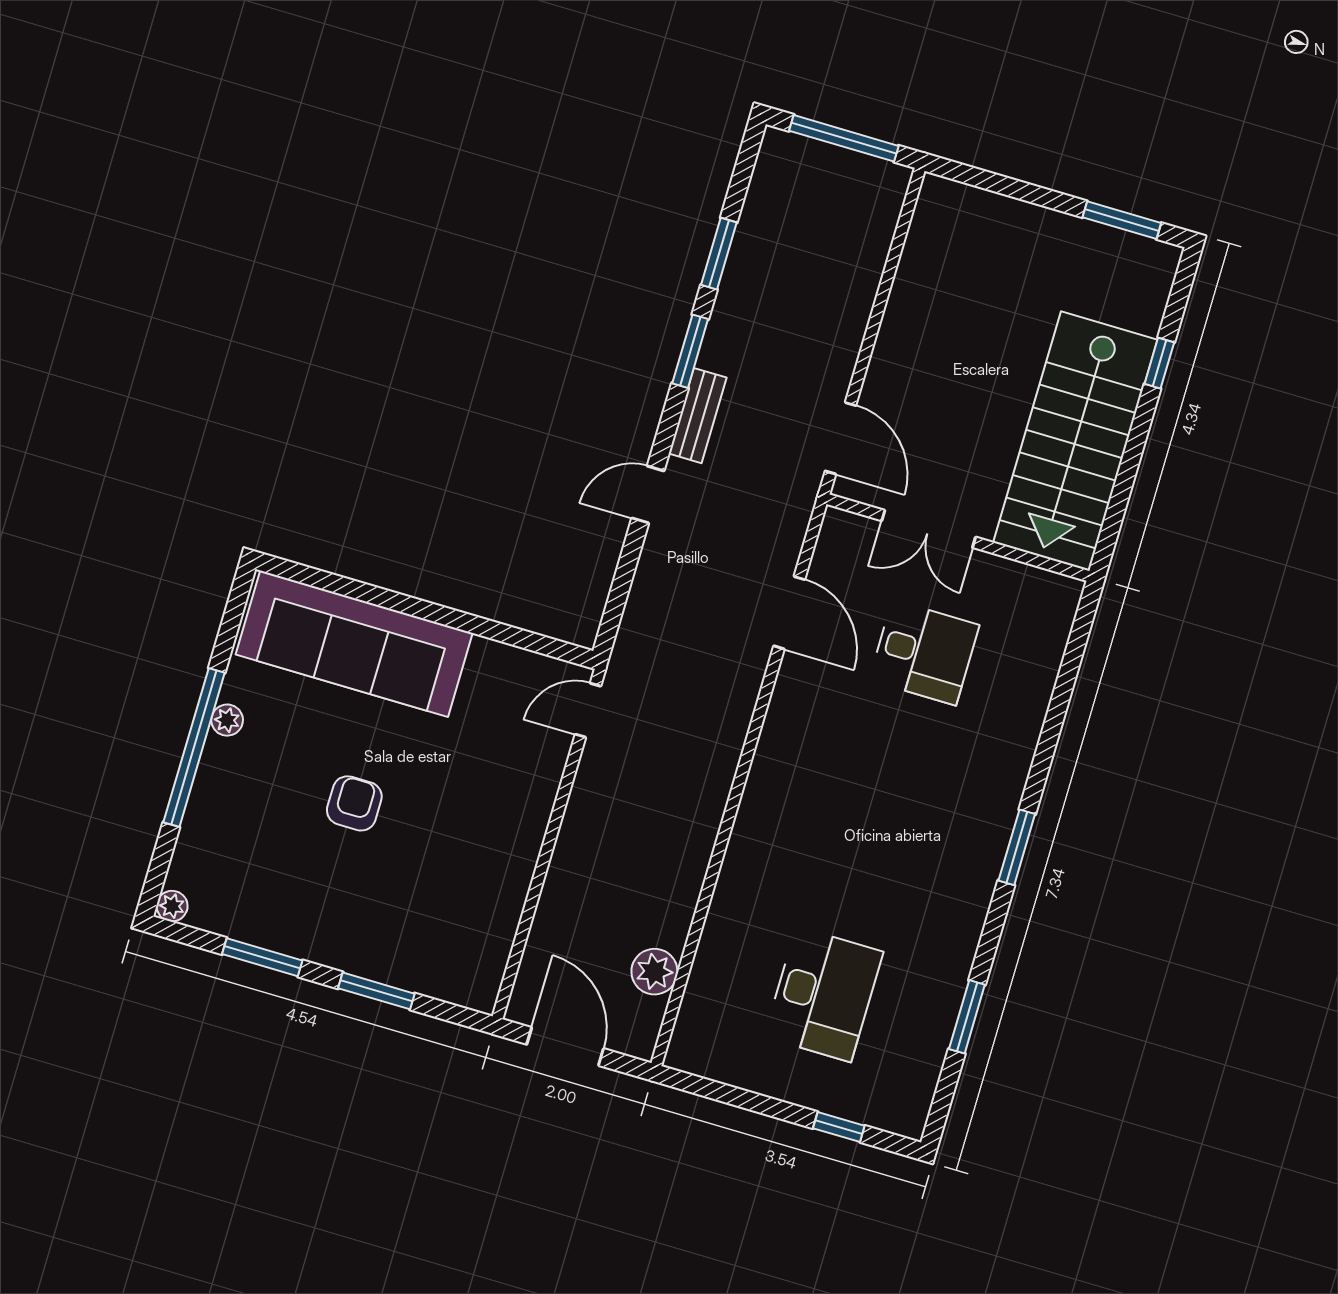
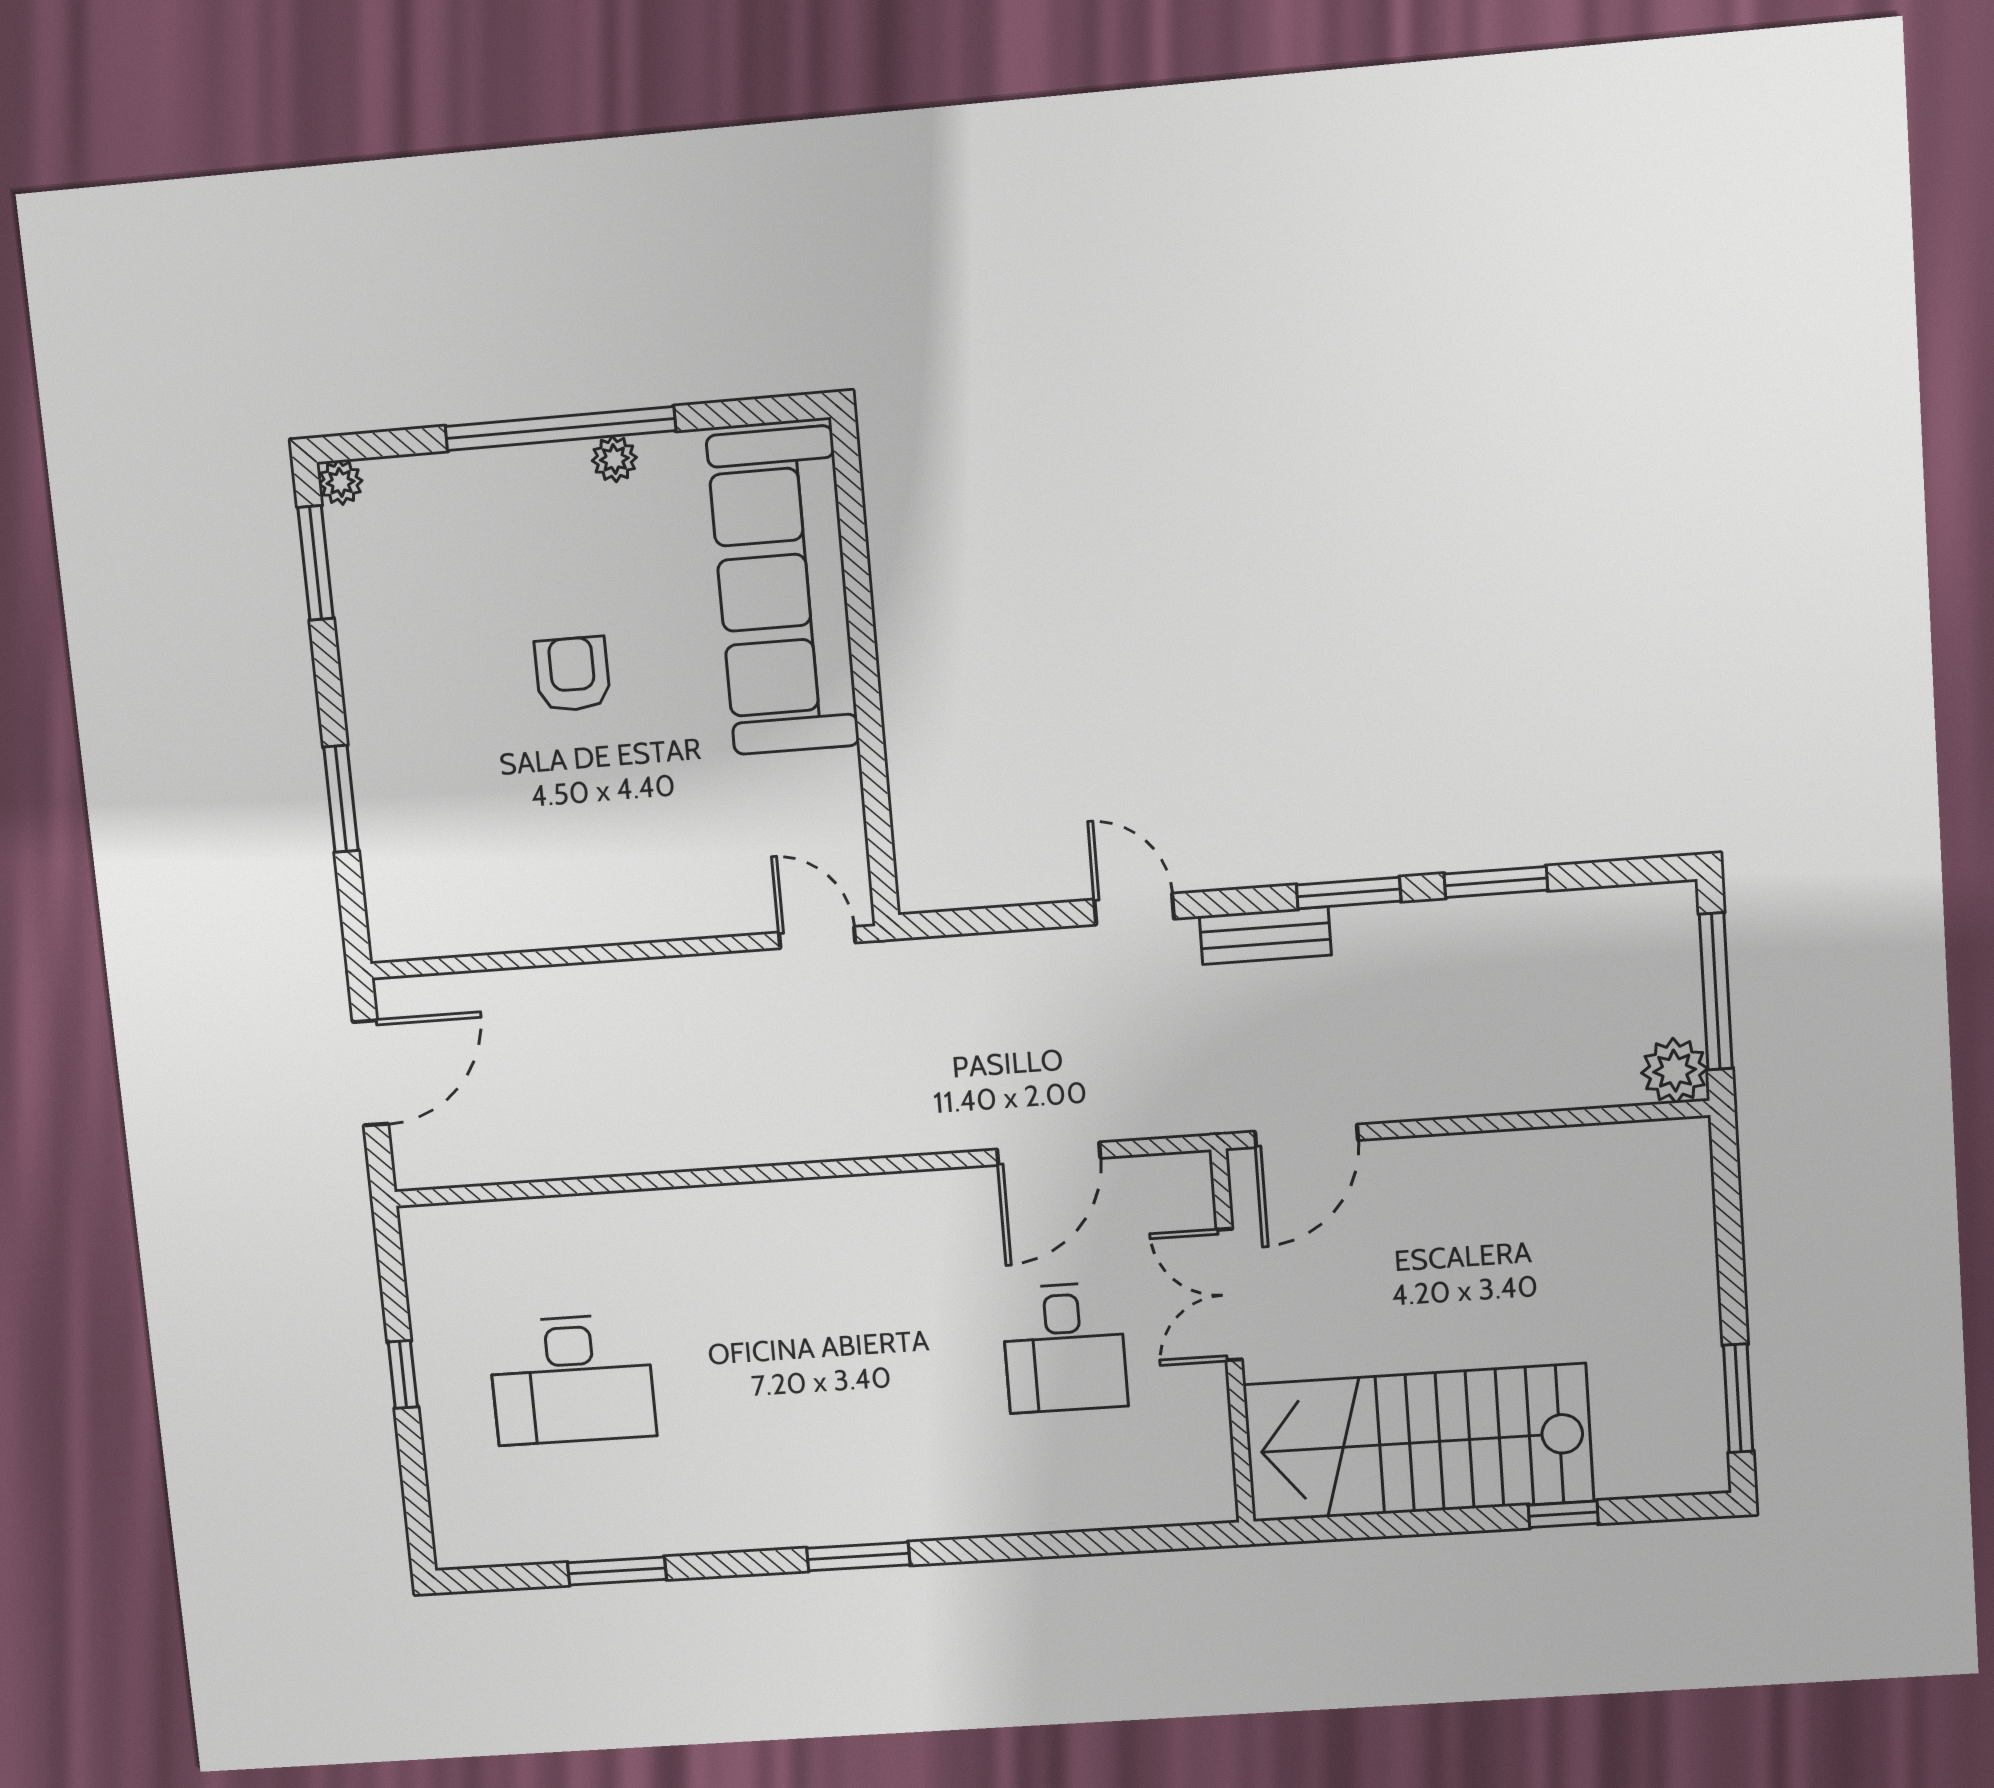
armchair: (354, 803) -> (572, 674), turned -90
window: (262, 957) -> (316, 563), moved
plant: (654, 972) -> (1675, 1071), moved
window: (839, 1127) -> (403, 1374), moved

